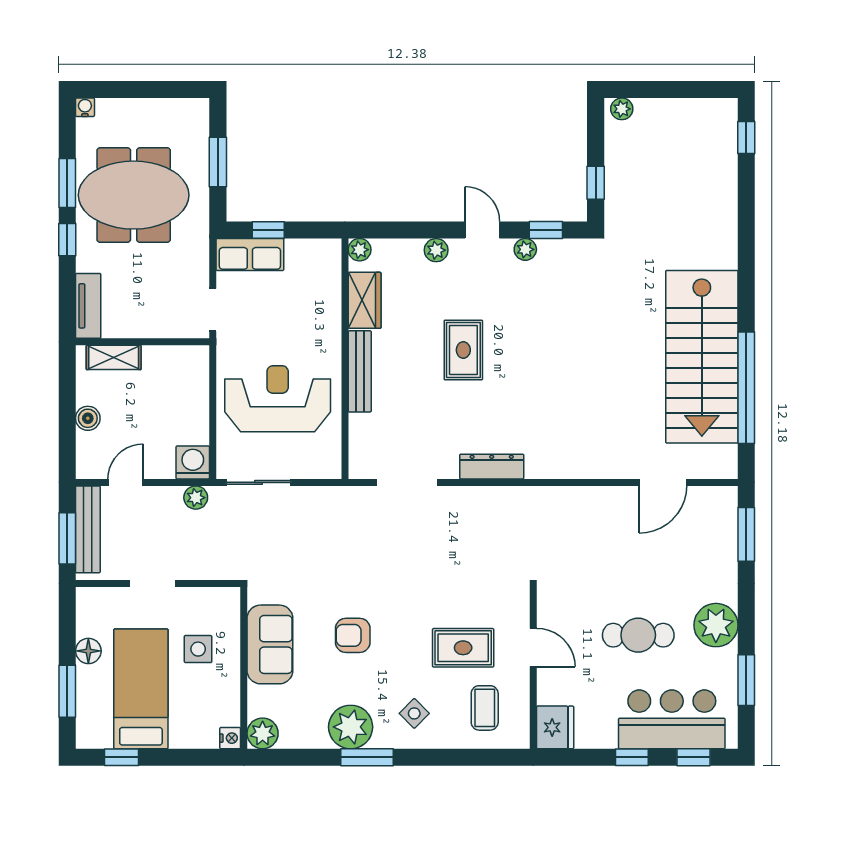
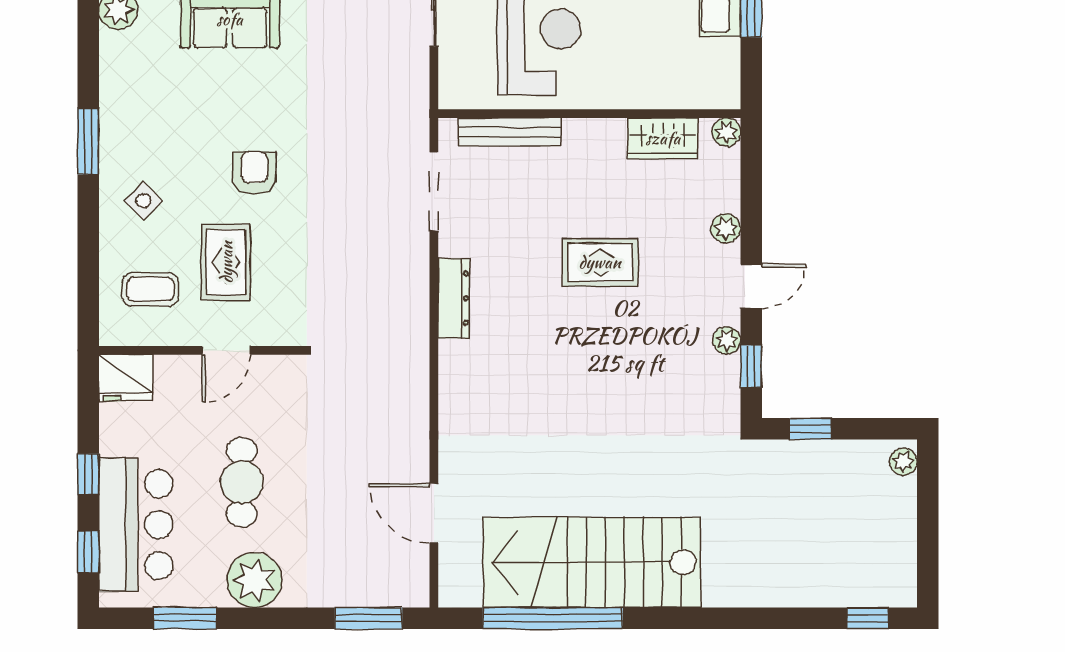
bench: (360, 371) -> (510, 132), moved
armchair: (353, 635) -> (254, 173), moved
plant: (351, 727) -> (126, 121), removed

